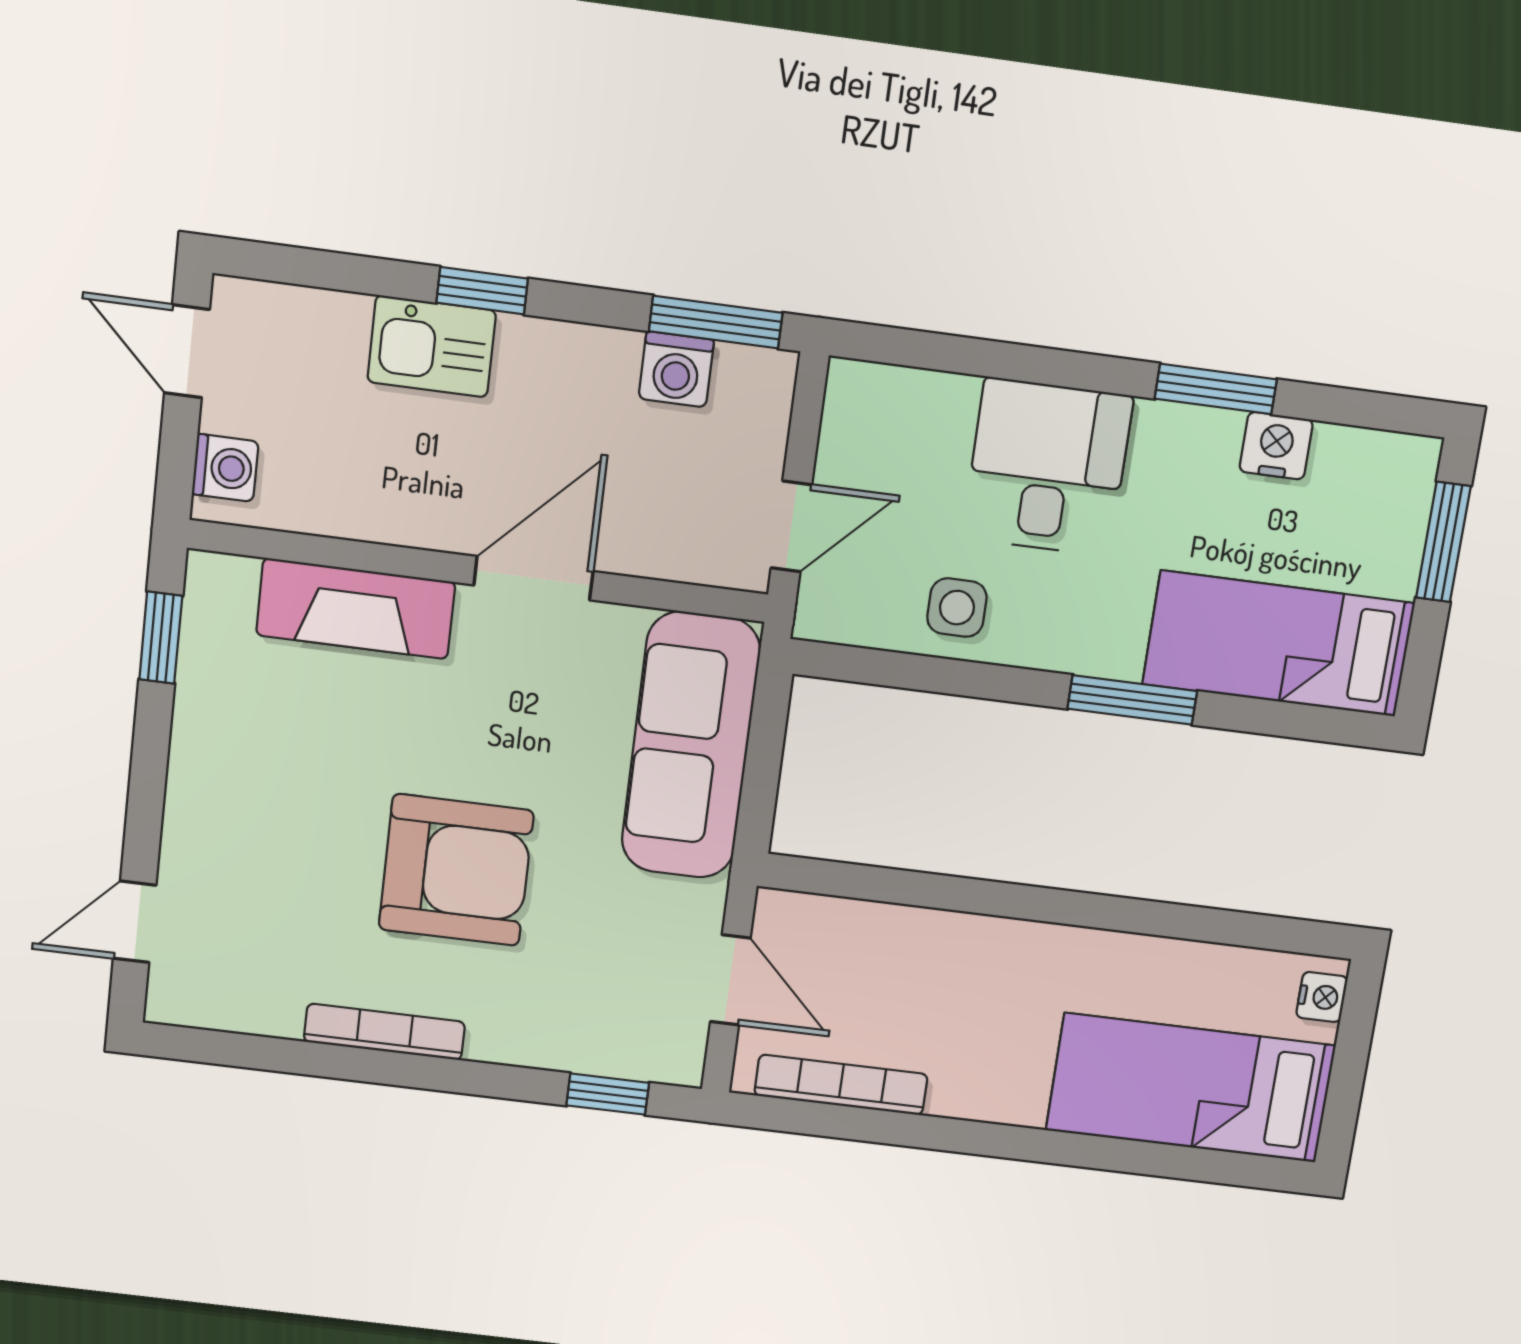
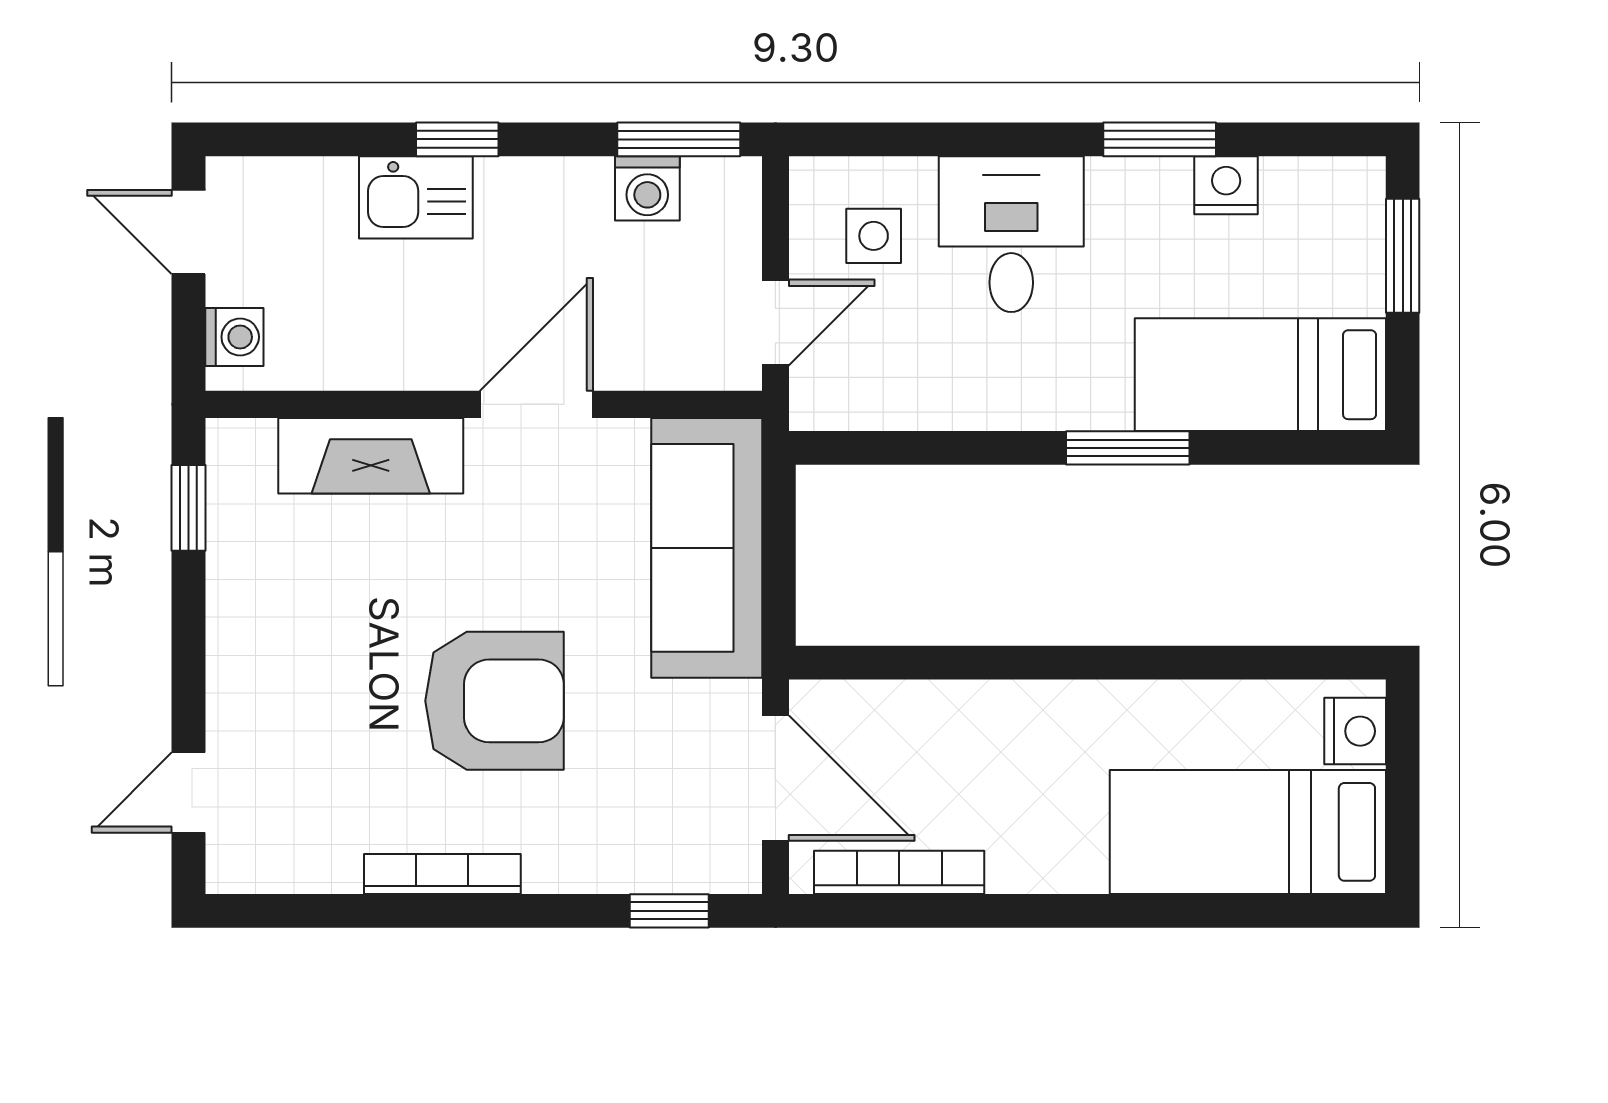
side table: (957, 608) -> (874, 236), moved
door: (730, 980) -> (775, 778), width x1.38
nightstand: (1322, 997) -> (1355, 731), width x1.39, depth x1.35

